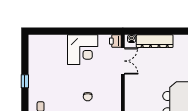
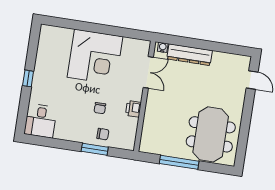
printer: (115, 41) -> (133, 109), moved
corner desk: (83, 50) -> (95, 57), width x1.36, depth x1.36

